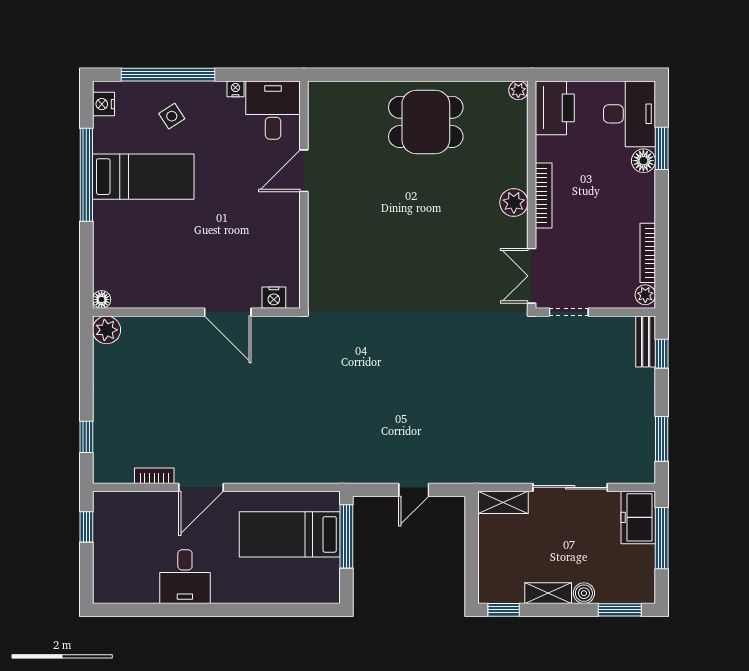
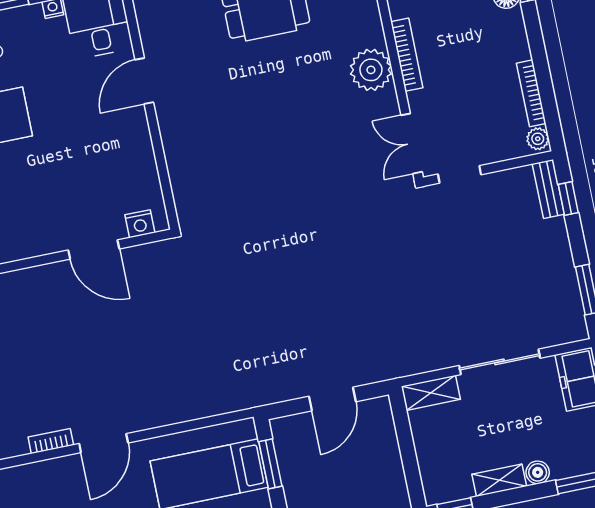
plant: (514, 202) -> (371, 70), width x1.36, depth x1.36
door: (414, 490) -> (332, 399), width x1.37
window: (346, 536) -> (270, 464), width x0.69

